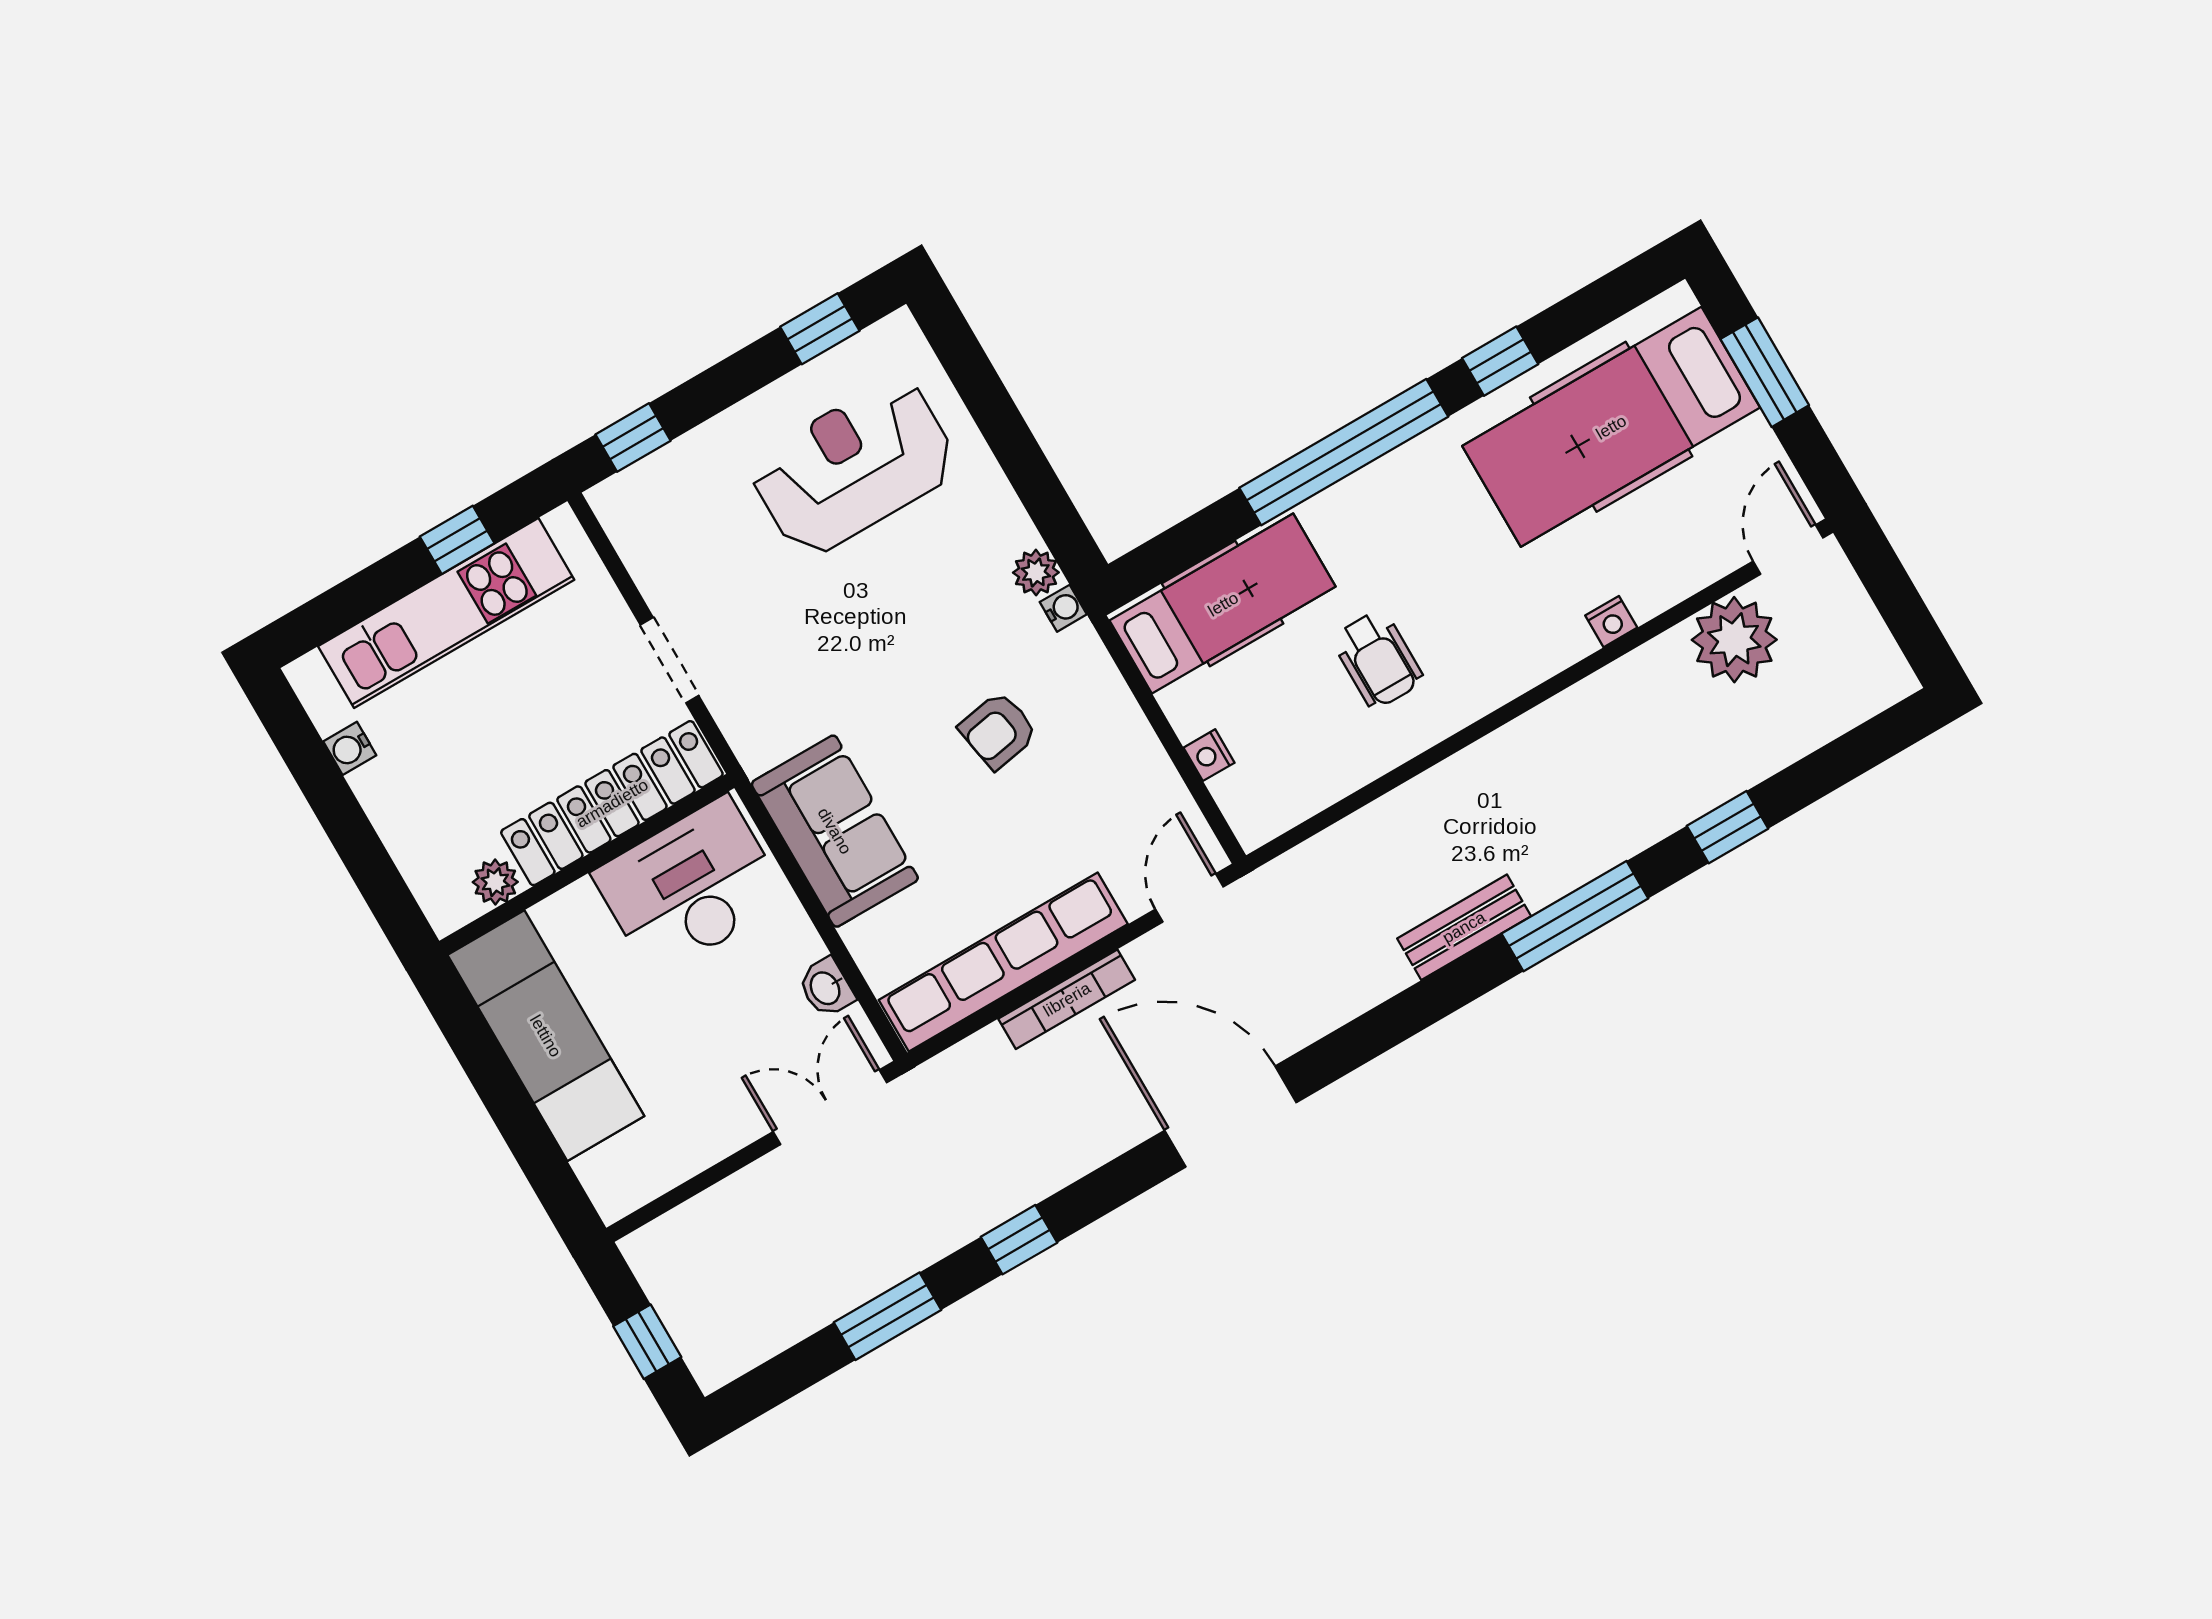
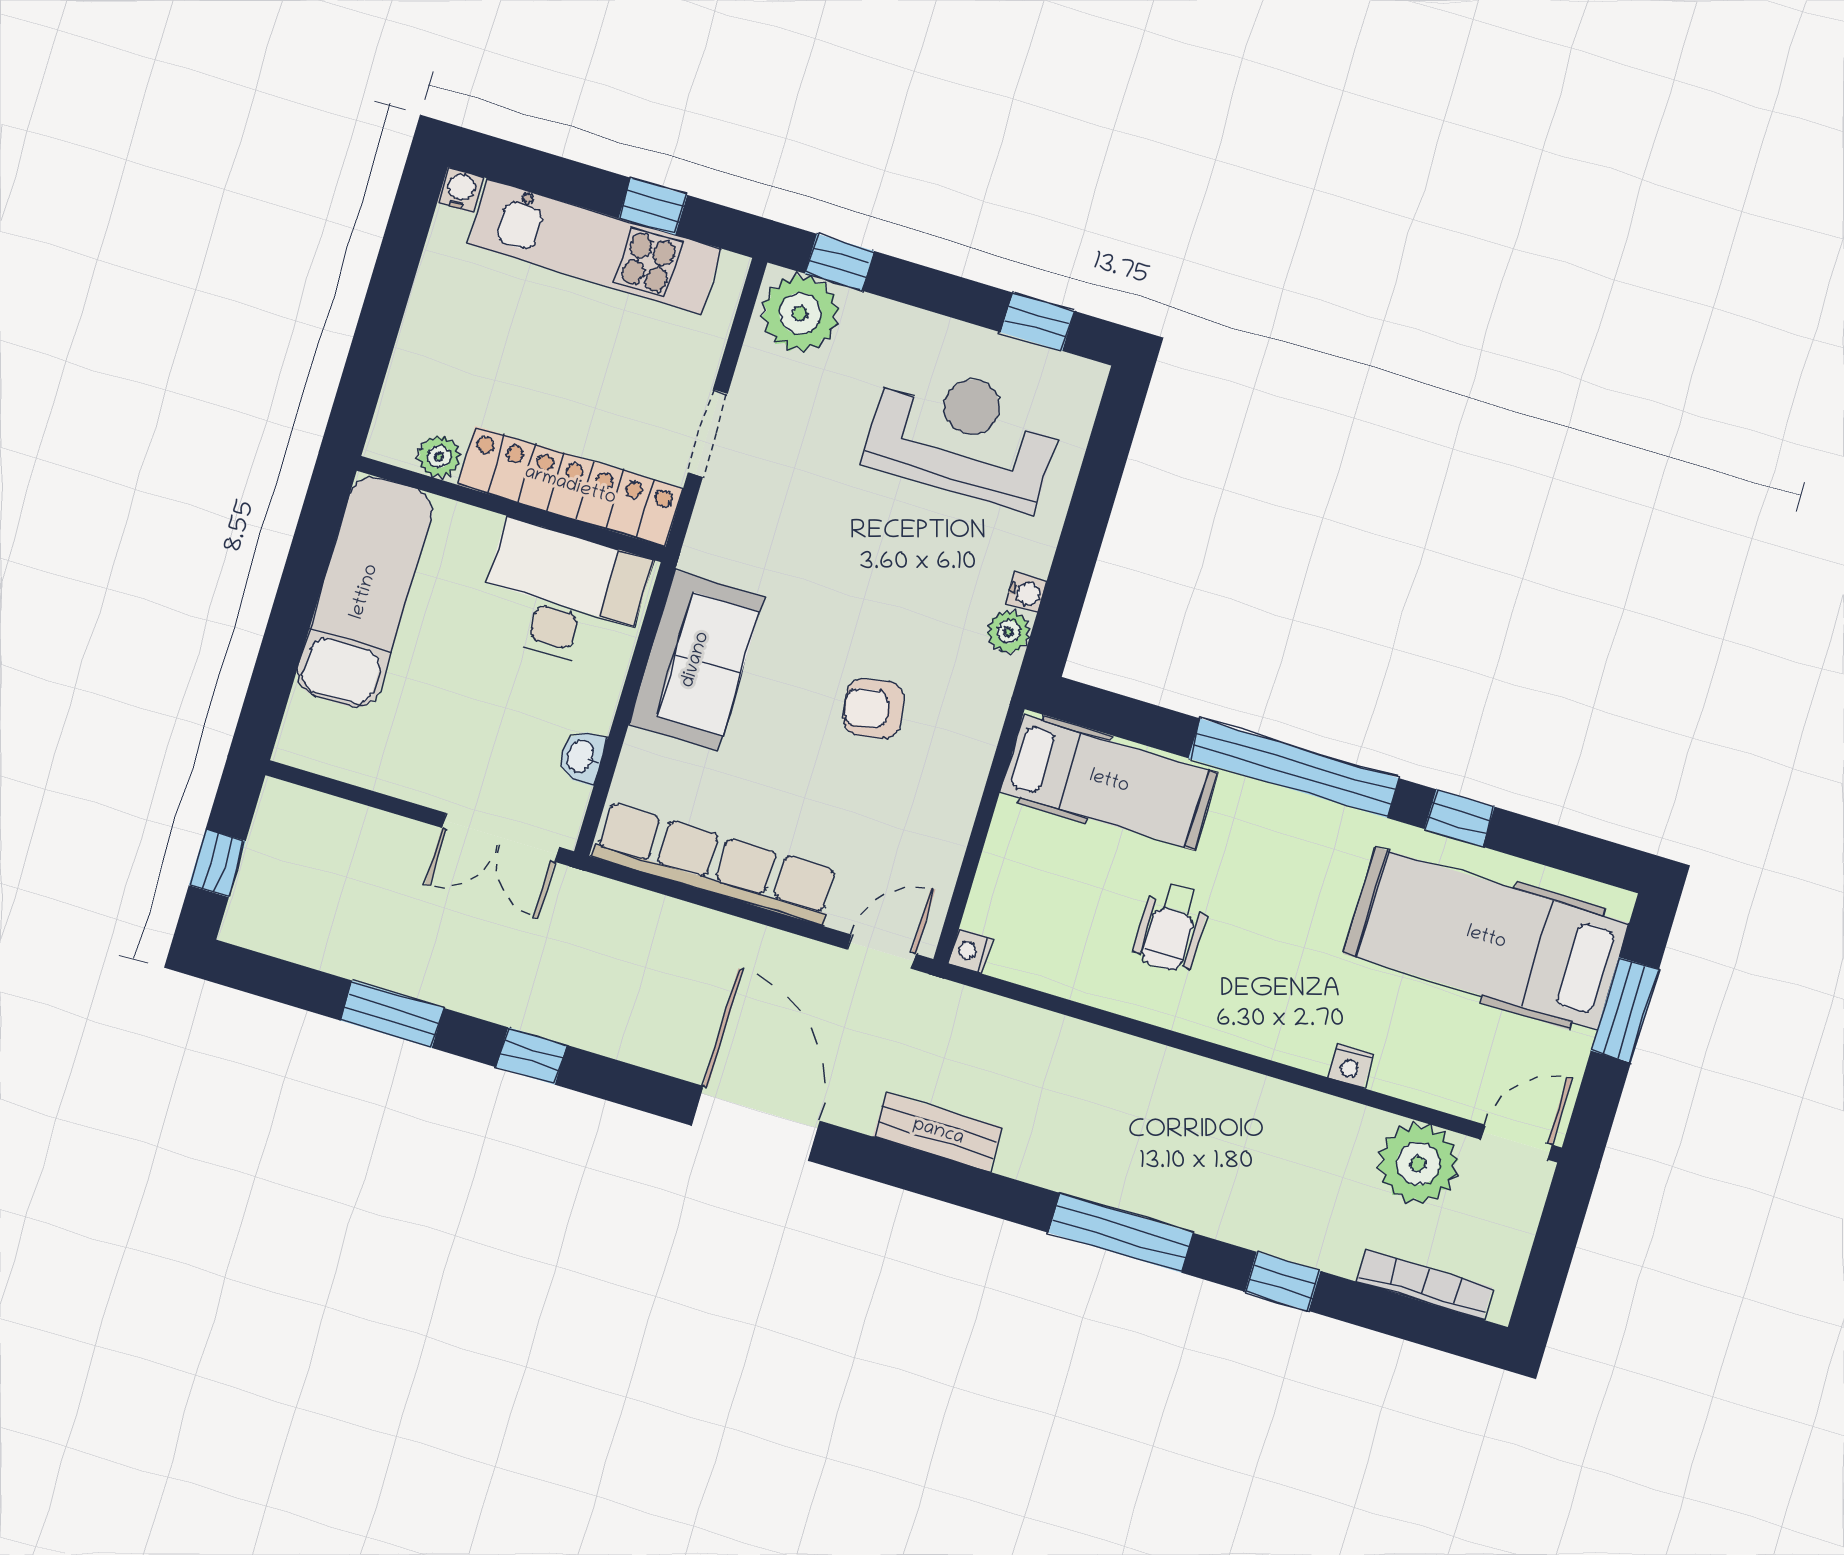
plant: (644, 504) -> (800, 313), added
water cooler: (1063, 608) -> (1026, 593), moved
water cooler: (350, 748) -> (461, 190), moved, turned 90
nightstand: (1209, 755) -> (970, 951), moved
bench: (1464, 927) -> (938, 1132), moved
bookcase: (1067, 999) -> (1425, 1285), moved, turned 180
double door: (830, 1107) -> (501, 837), swing flipped

